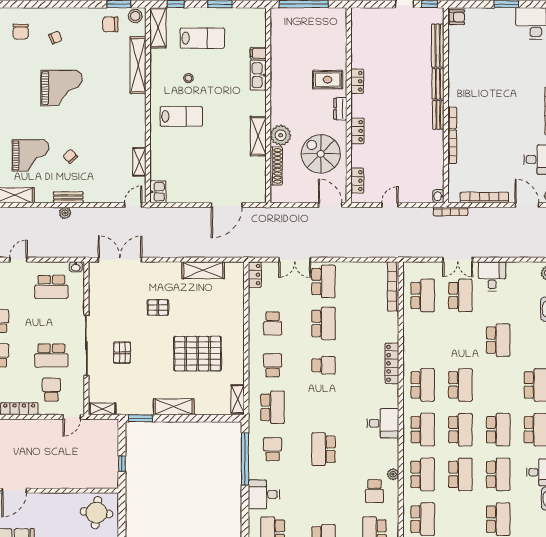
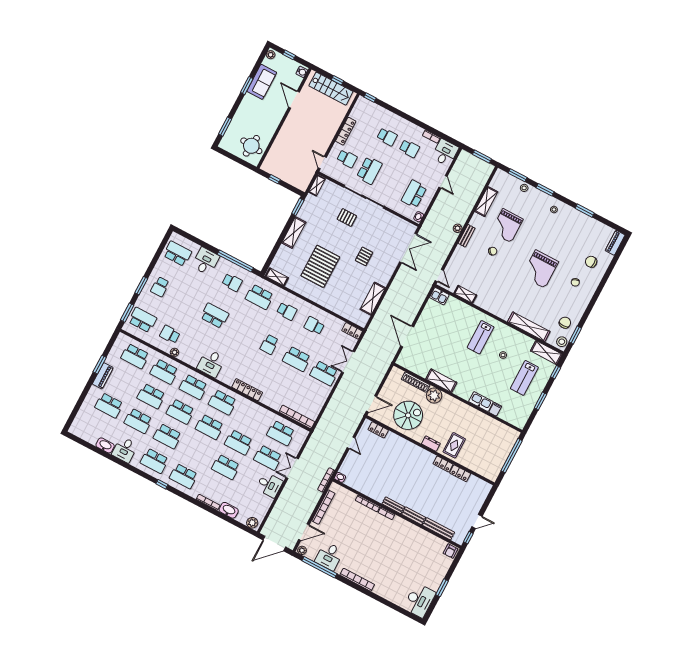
locker: (357, 131) -> (460, 473), moved
school desk: (460, 340) -> (239, 442), added
school desk: (51, 355) -> (369, 170), turned 180

